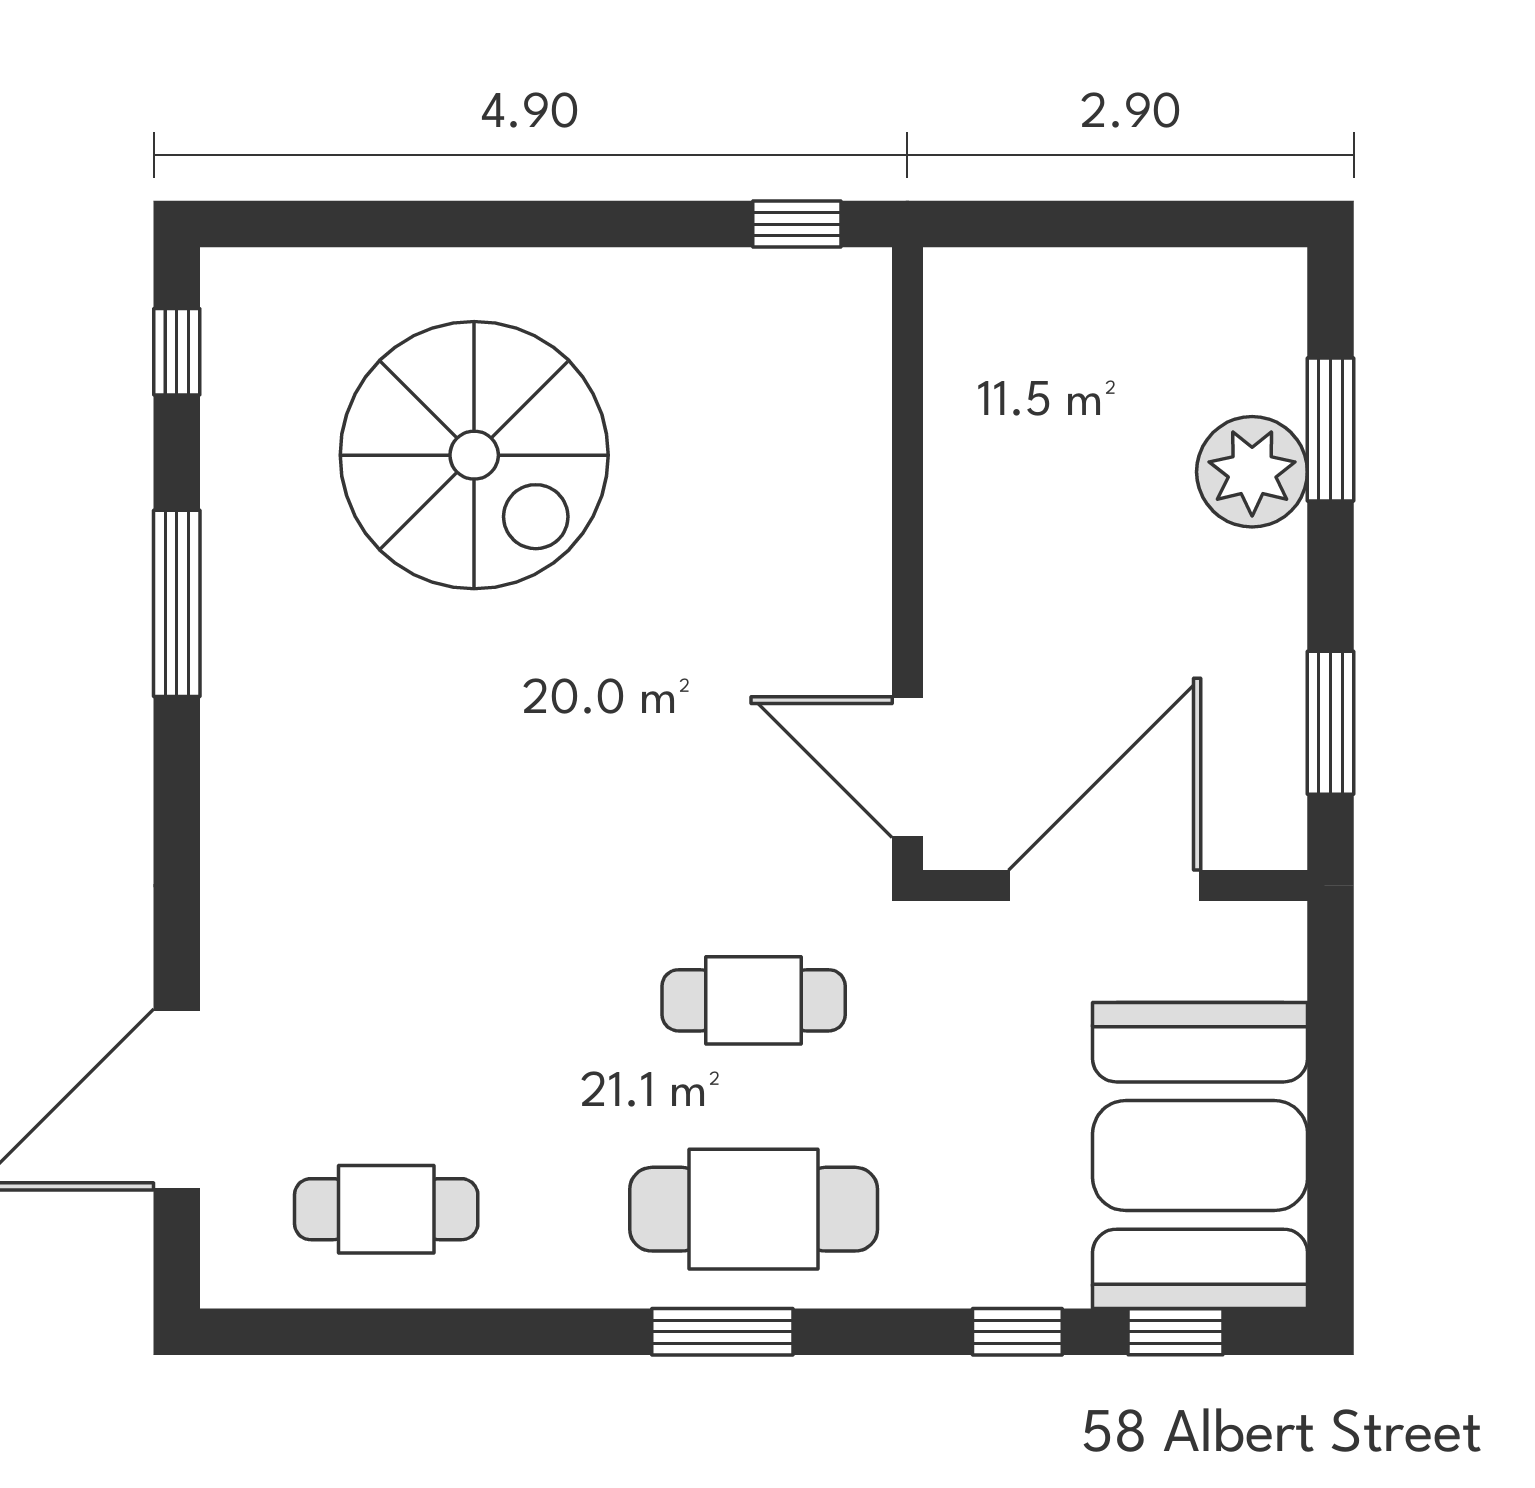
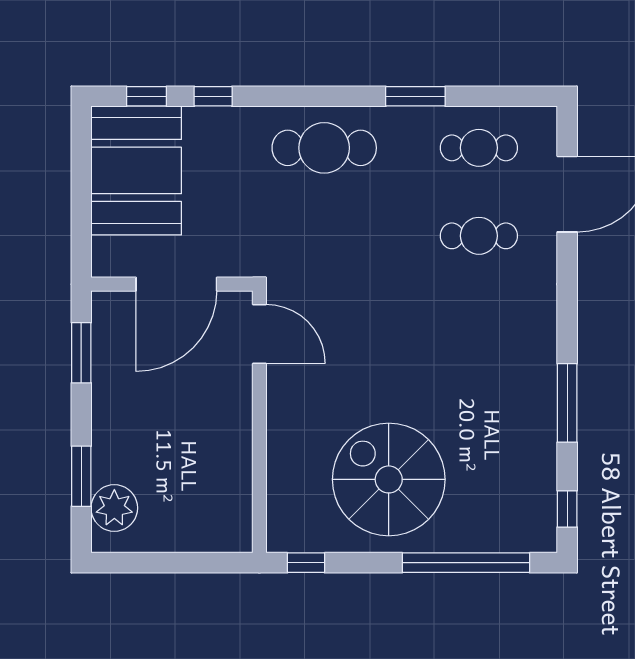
window: (417, 224) -> (466, 563), added
spiral stairs: (474, 455) -> (389, 479), moved
plant: (1252, 472) -> (114, 508), moved
cafe table: (754, 1000) -> (479, 236), moved
window: (722, 1332) -> (415, 96), moved

